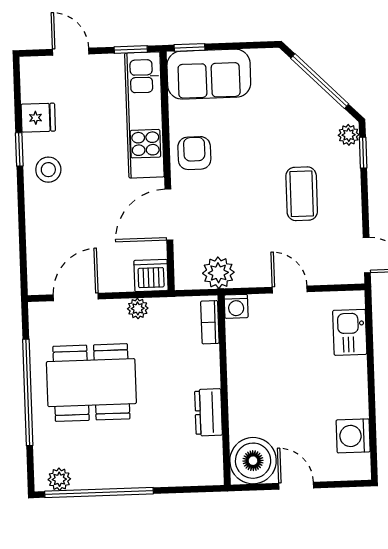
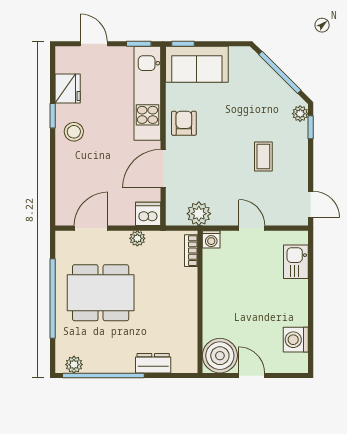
fridge: (38, 118) -> (68, 88), width x1.38
coffee table: (302, 194) -> (263, 157), width x0.73, depth x0.77
dresser: (208, 412) -> (153, 363), moved, turned 90

